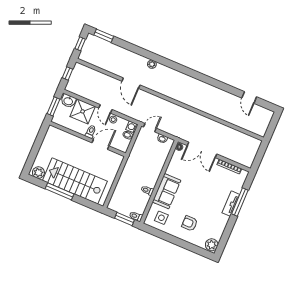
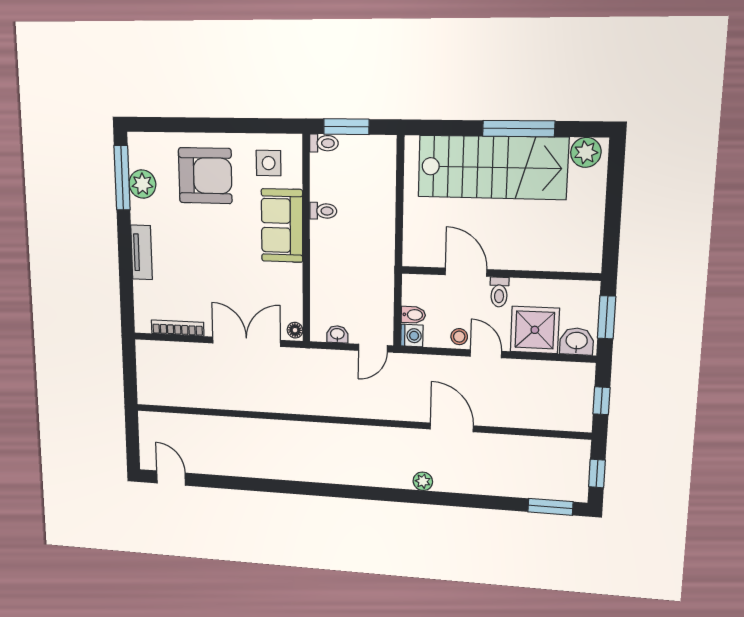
door: (249, 97) -> (171, 478), moved
door: (101, 144) -> (466, 272), swing flipped
window: (240, 202) -> (122, 178), moved
armchair: (190, 223) -> (205, 176), width x1.88, depth x1.88
plant: (212, 245) -> (142, 184), moved

